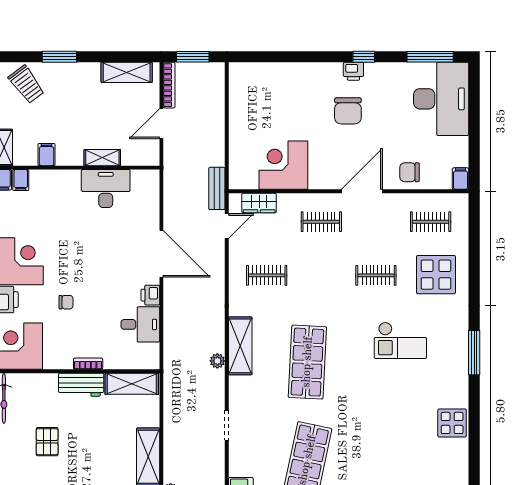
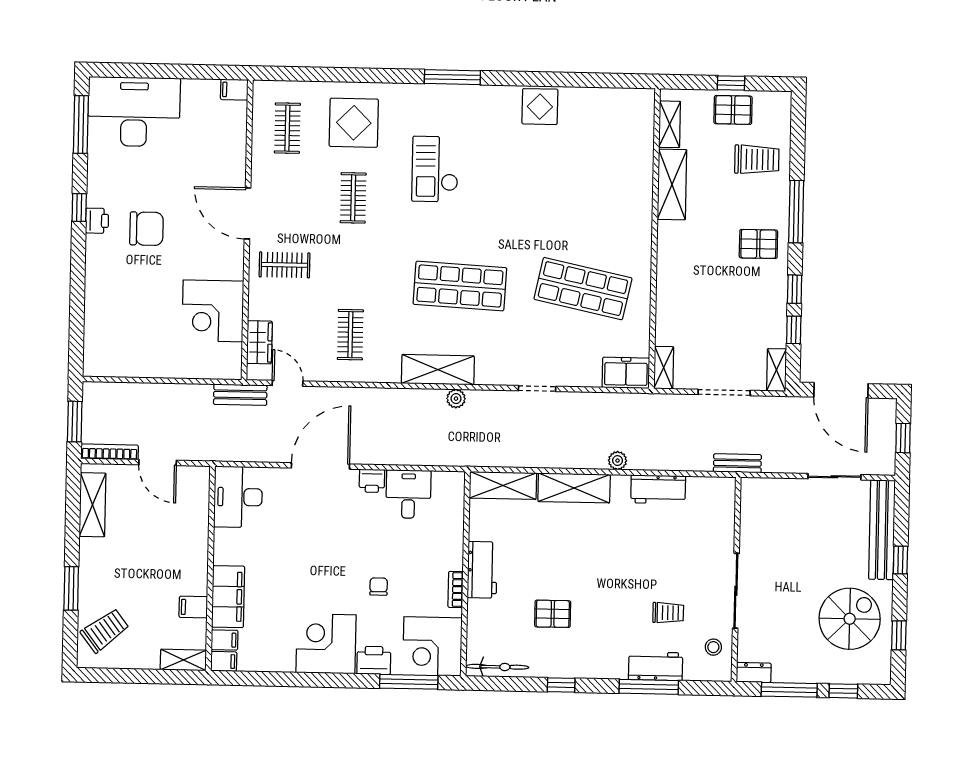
shelving: (102, 158) -> (199, 537), removed
chair: (409, 172) -> (225, 153), removed
filing cabinet: (55, 182) -> (228, 597), added
desk: (106, 189) -> (238, 497), moved
clothes rail: (321, 222) -> (285, 265), turned 90
checkout: (400, 340) -> (435, 169), turned 180
bookcase: (88, 364) -> (456, 589), moved
shelving: (132, 384) -> (503, 485), moved, turned 90

